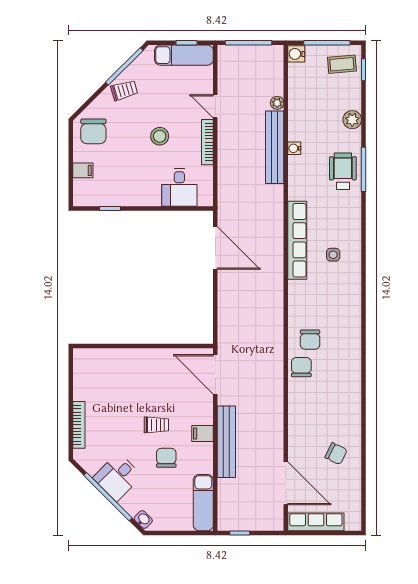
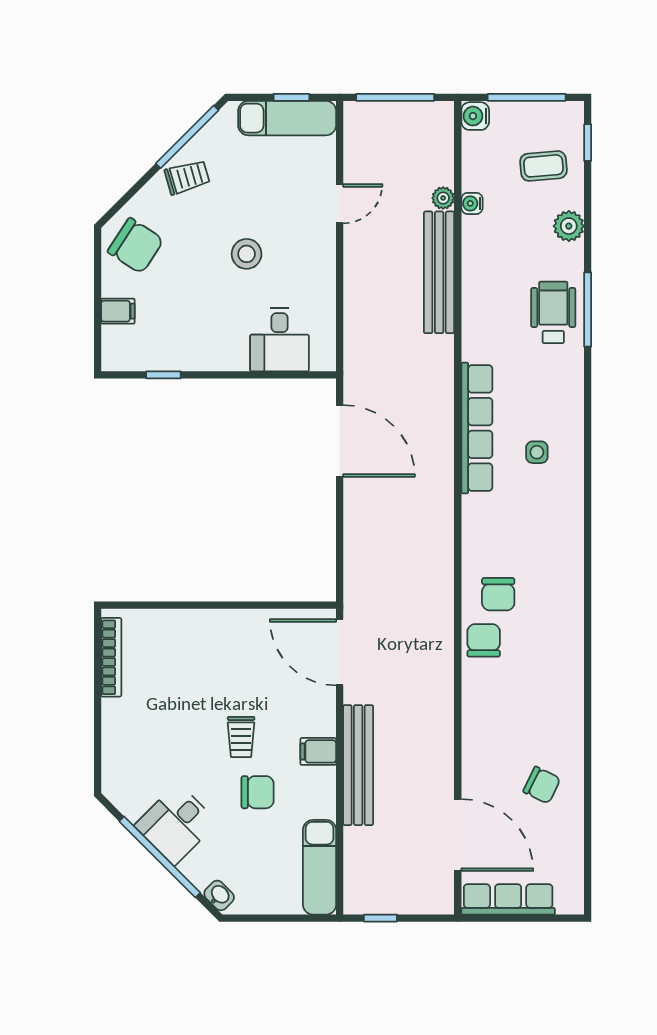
coffee table: (342, 64) -> (543, 166), moved
door: (215, 106) -> (340, 204), swing flipped
chair: (93, 131) -> (136, 246), turned -57
bookcase: (207, 142) -> (326, 264), removed
water cooler: (294, 148) -> (472, 203), moved
bookcase: (79, 425) -> (111, 657), moved
trolley: (156, 425) -> (241, 737), turned 90
chair: (166, 458) -> (258, 792), turned 90

